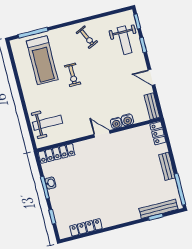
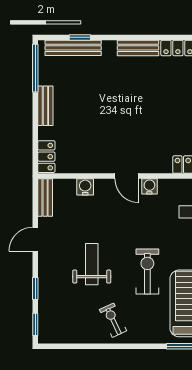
weight bench: (125, 40) -> (92, 264), moved
exercise bike: (73, 75) -> (147, 272), width x1.38, depth x1.39
door: (151, 77) -> (35, 239), swing flipped
water cooler: (116, 123) -> (149, 186), moved
bench: (116, 220) -> (138, 48), added

